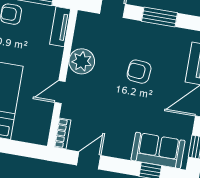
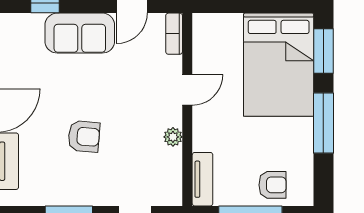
plant: (82, 61) -> (173, 137), width x0.53, depth x0.53
sofa: (158, 150) -> (80, 33), moved

